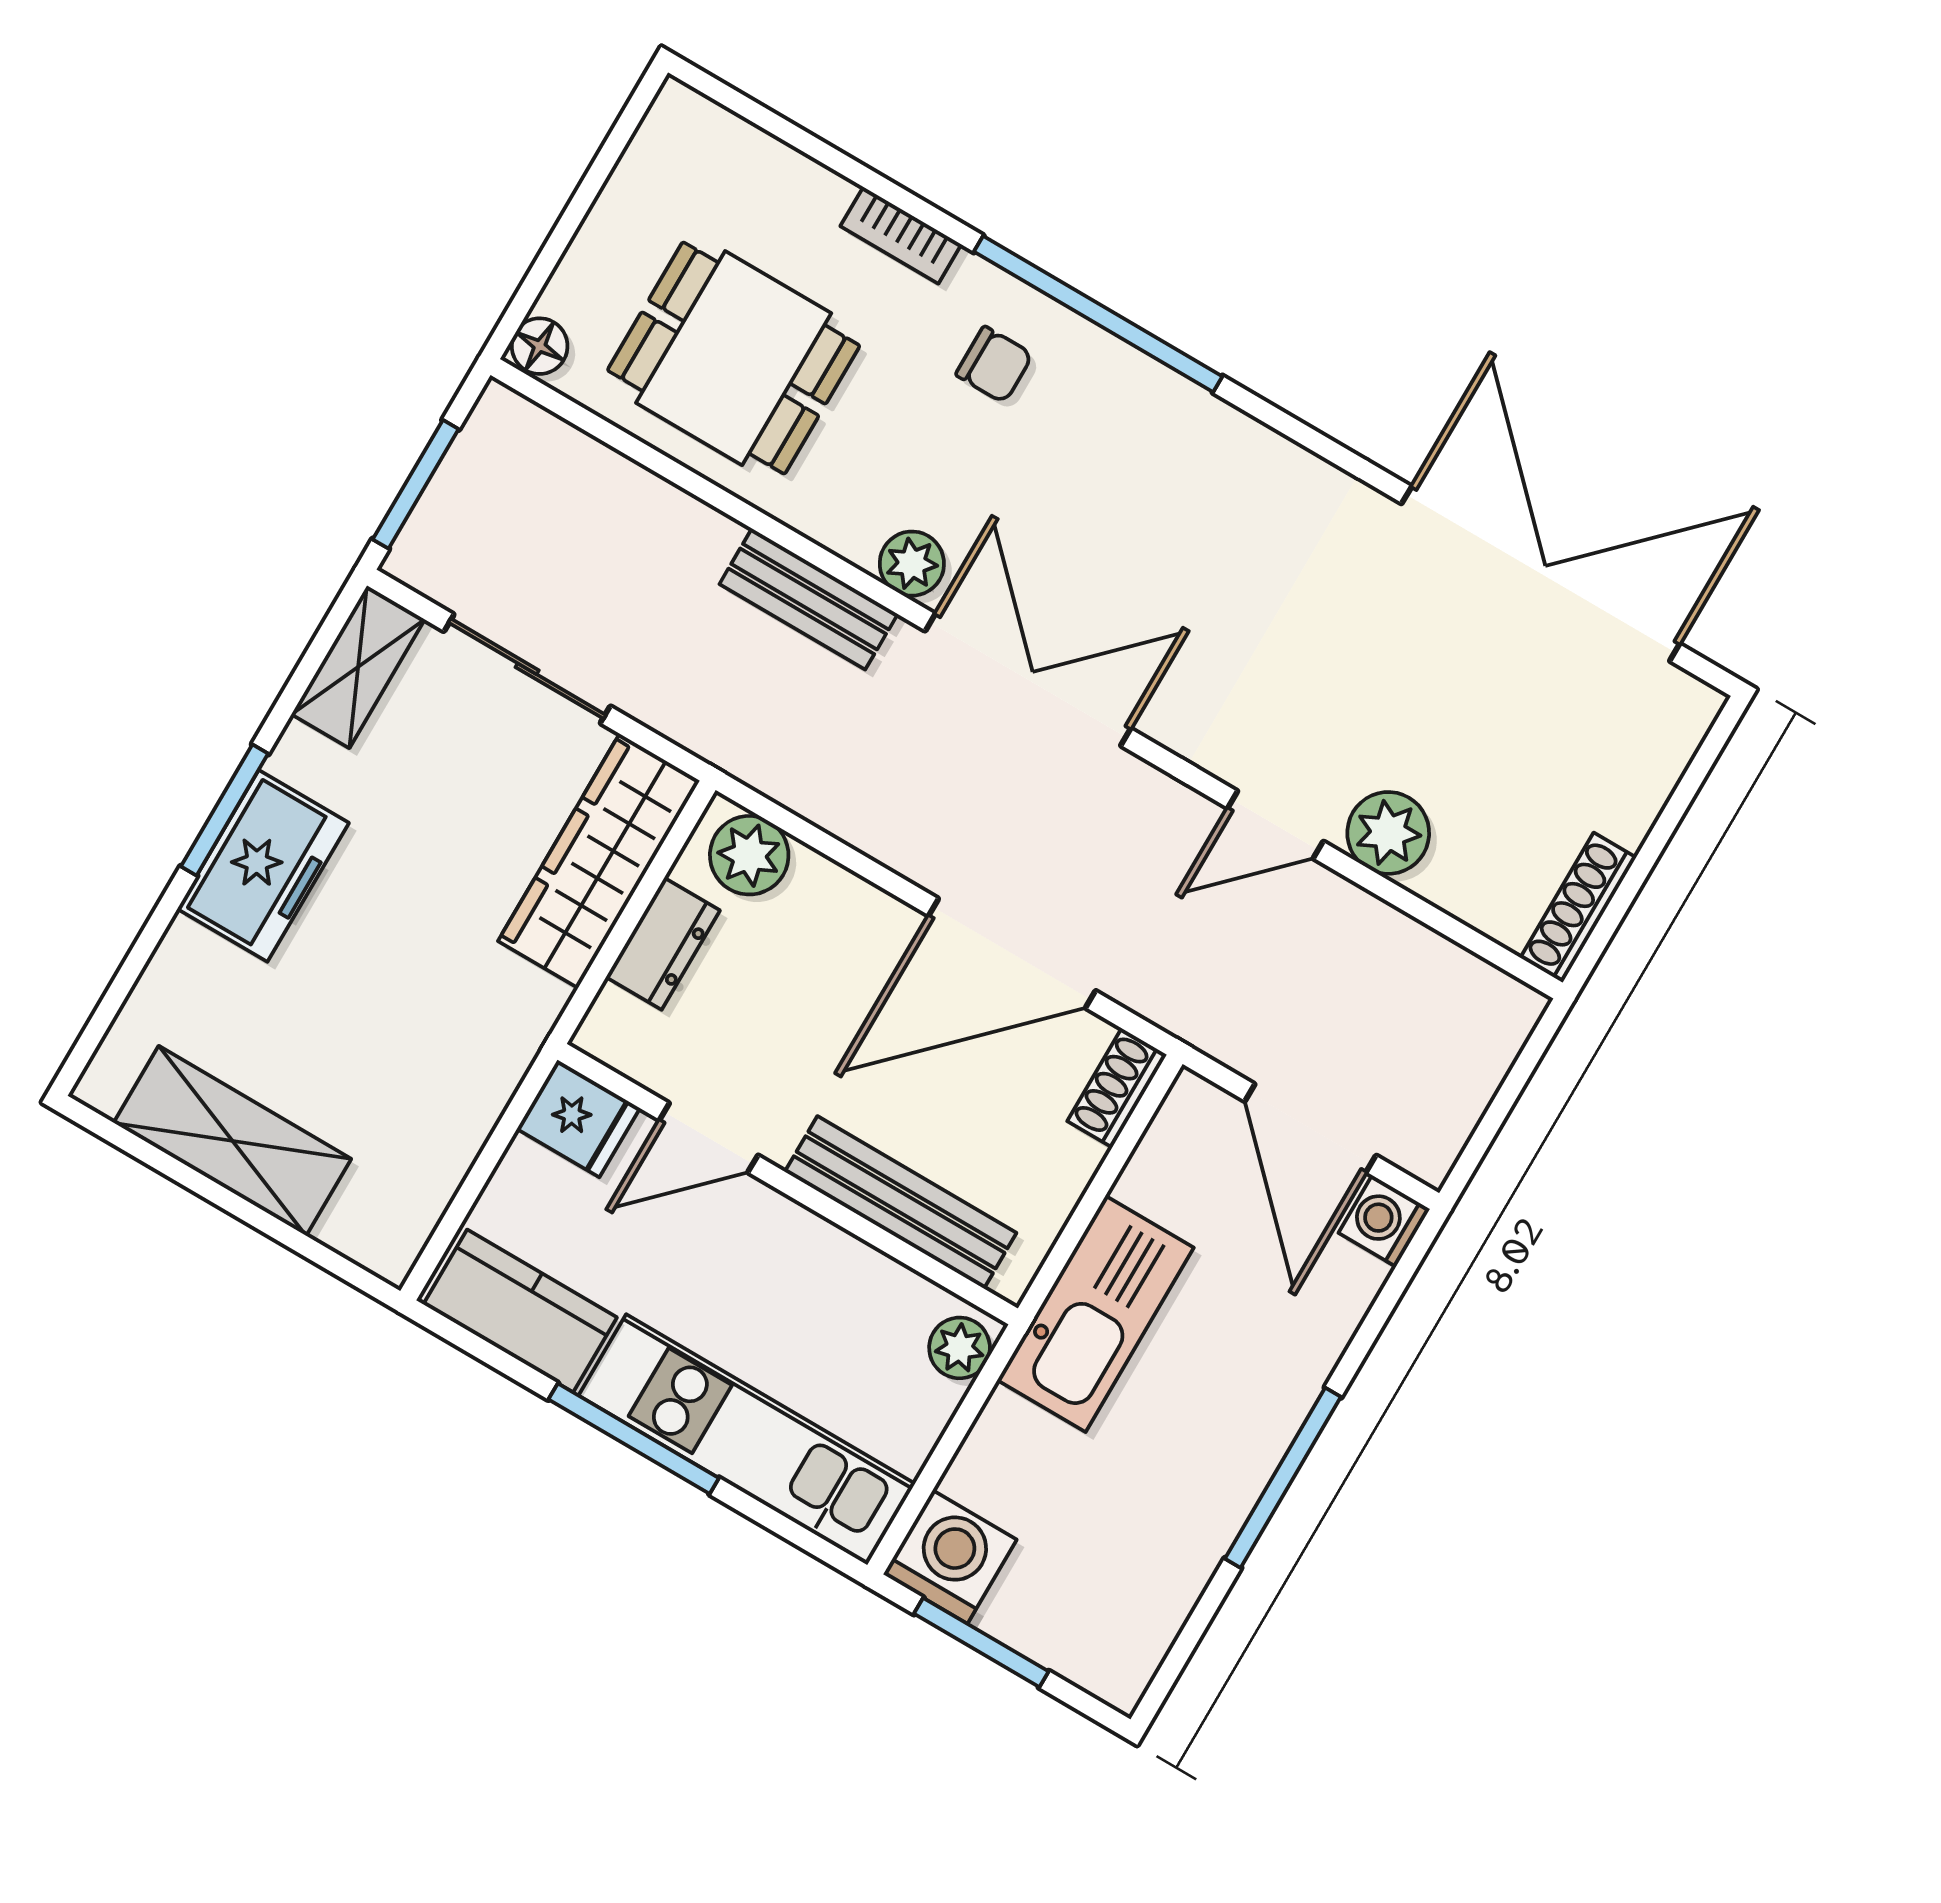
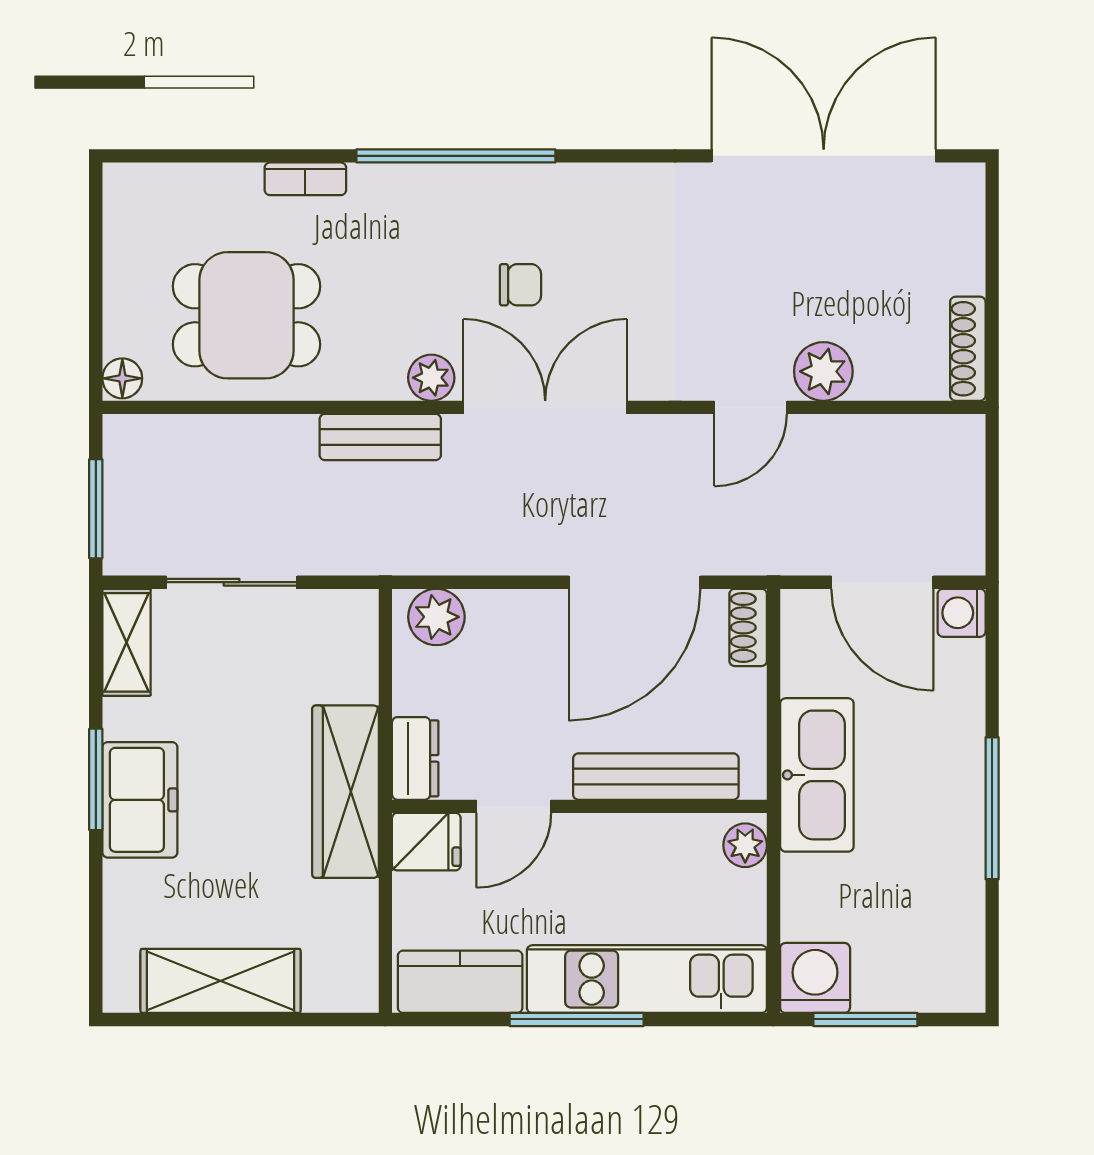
chair: (994, 365) -> (520, 285), moved
wardrobe: (599, 861) -> (346, 792), moved
dresser: (663, 944) -> (415, 758), moved

